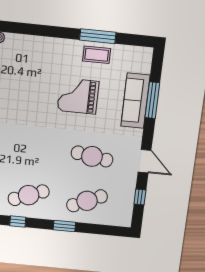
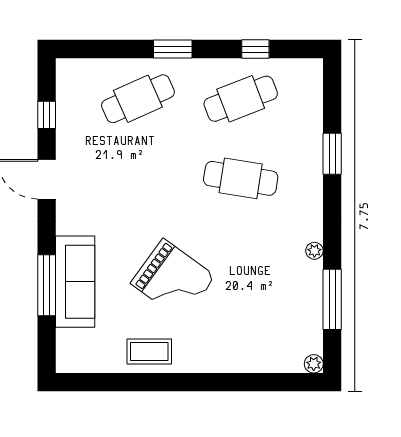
window: (98, 36) -> (151, 382), removed
grand piano: (78, 96) -> (173, 280), turned 36
cafe table: (92, 156) -> (241, 178), moved

